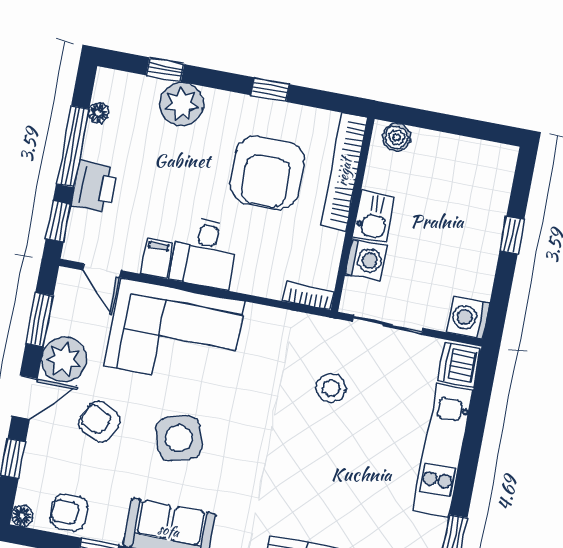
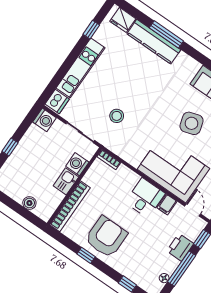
plant: (182, 104) -> (127, 266), removed
boiler: (397, 137) -> (29, 203), moved
armchair: (267, 173) -> (106, 237), moved

